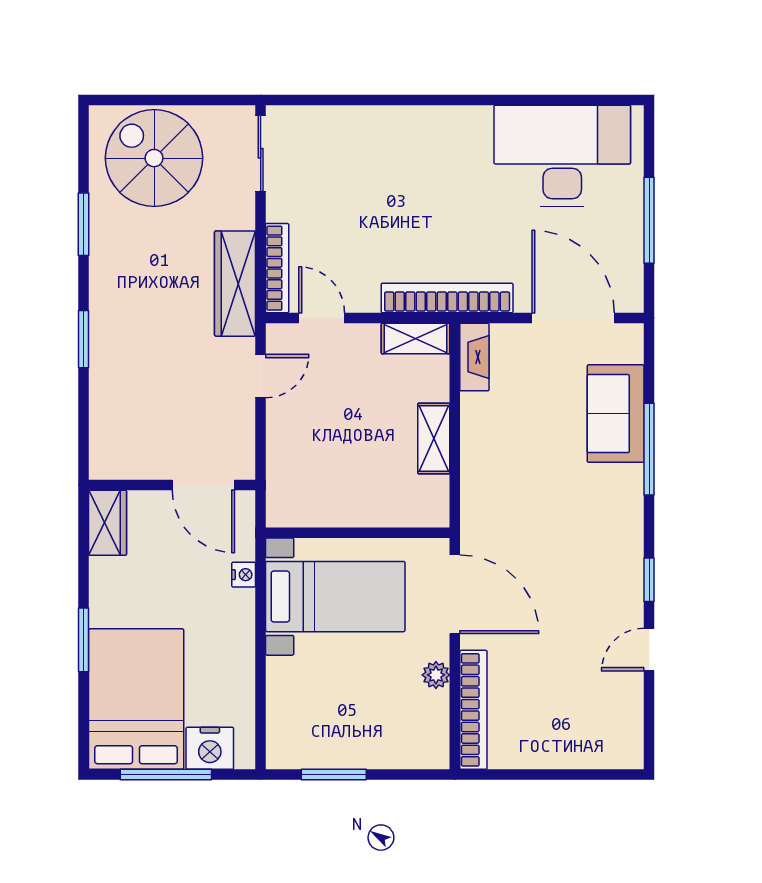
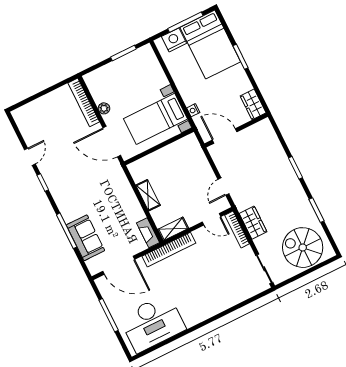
spiral stairs: (154, 158) -> (303, 248), turned 180
wardrobe: (235, 284) -> (253, 223), width x0.67

